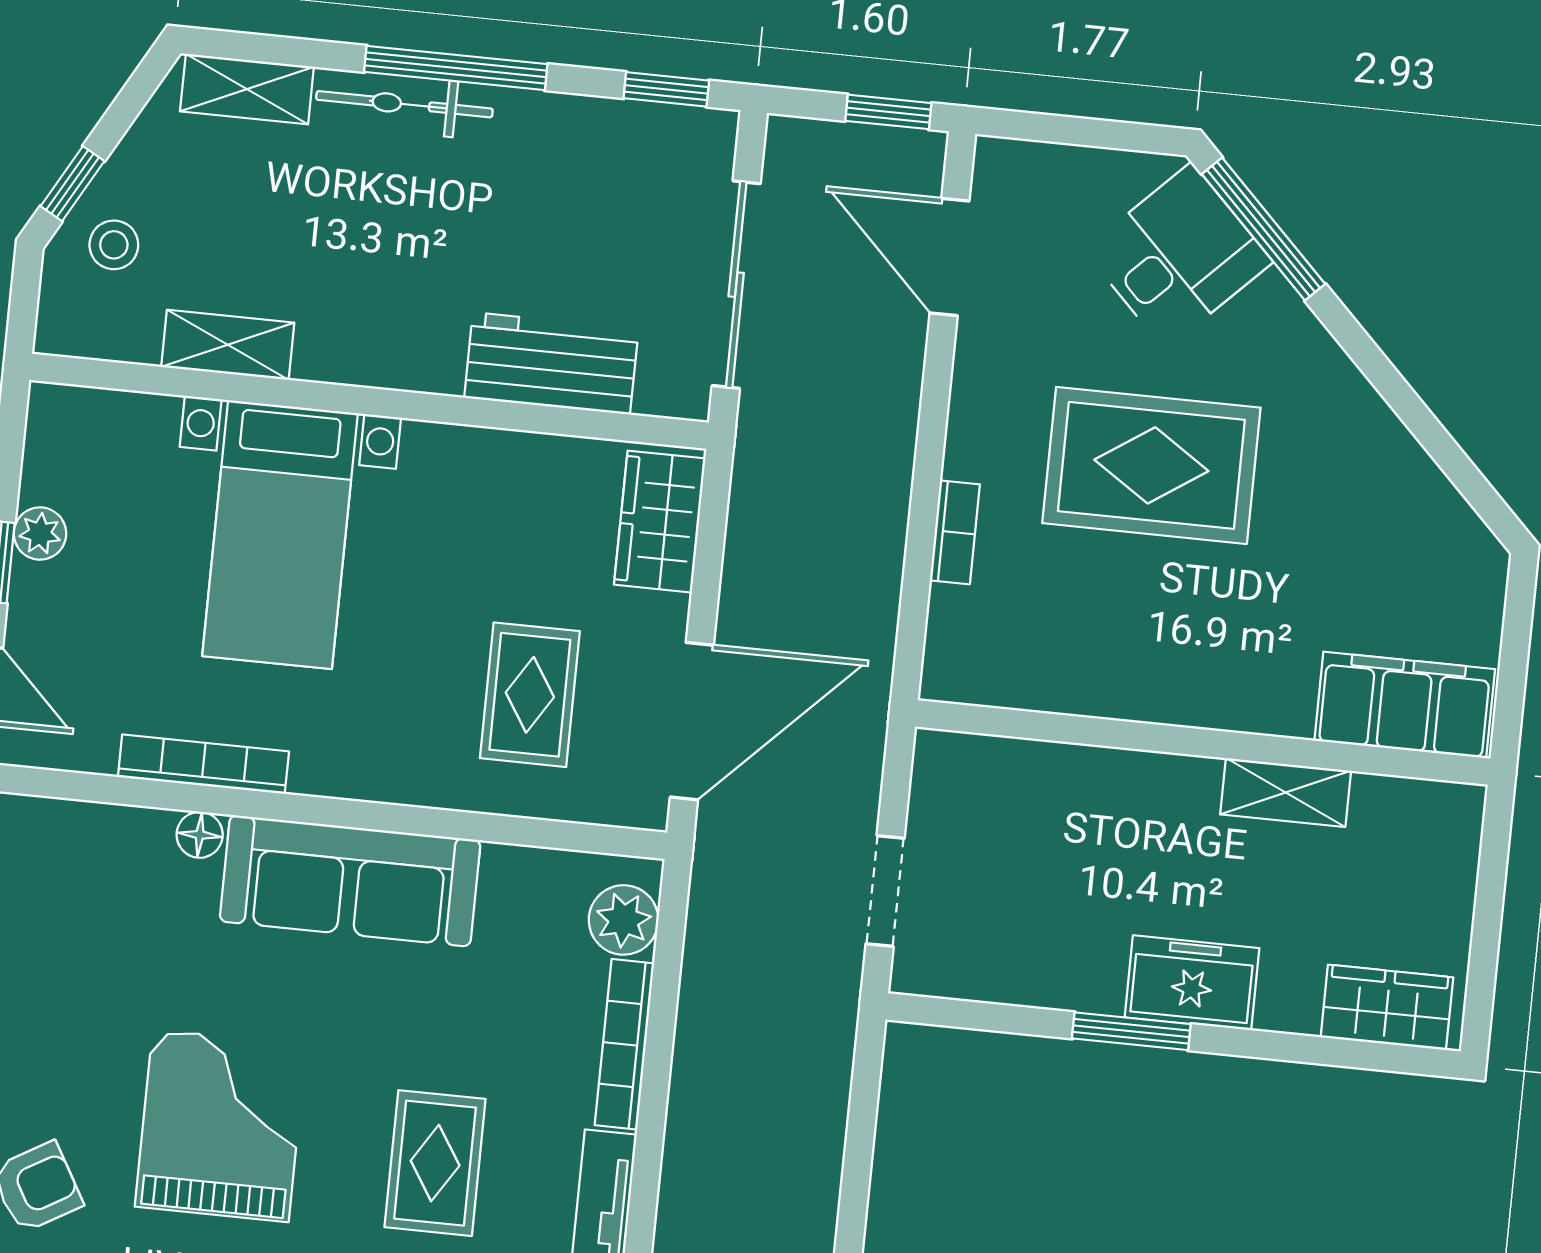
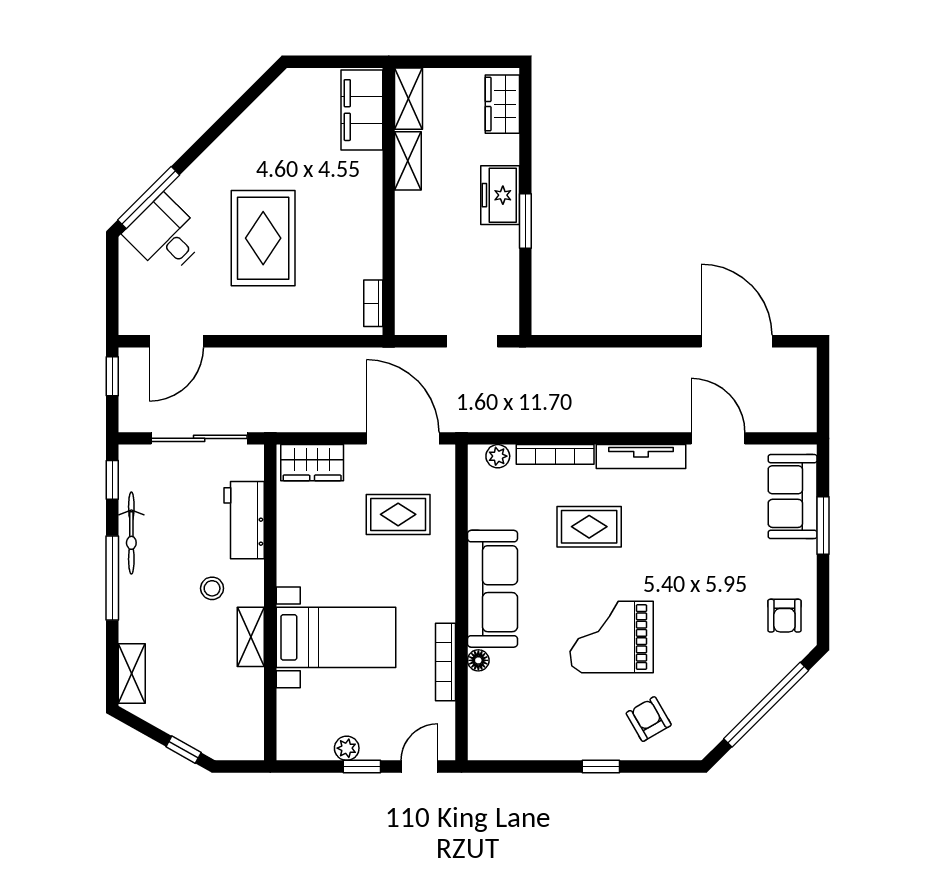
bicycle: (404, 104) -> (131, 533), moved
stool: (114, 245) -> (212, 588), moved
shelving: (228, 345) -> (251, 637), moved
bookcase: (955, 532) -> (373, 303), moved, turned -90
shelving: (1419, 808) -> (409, 99), added
plant: (624, 920) -> (498, 456), width x0.73, depth x0.73
rug: (435, 1163) -> (589, 527), moved

